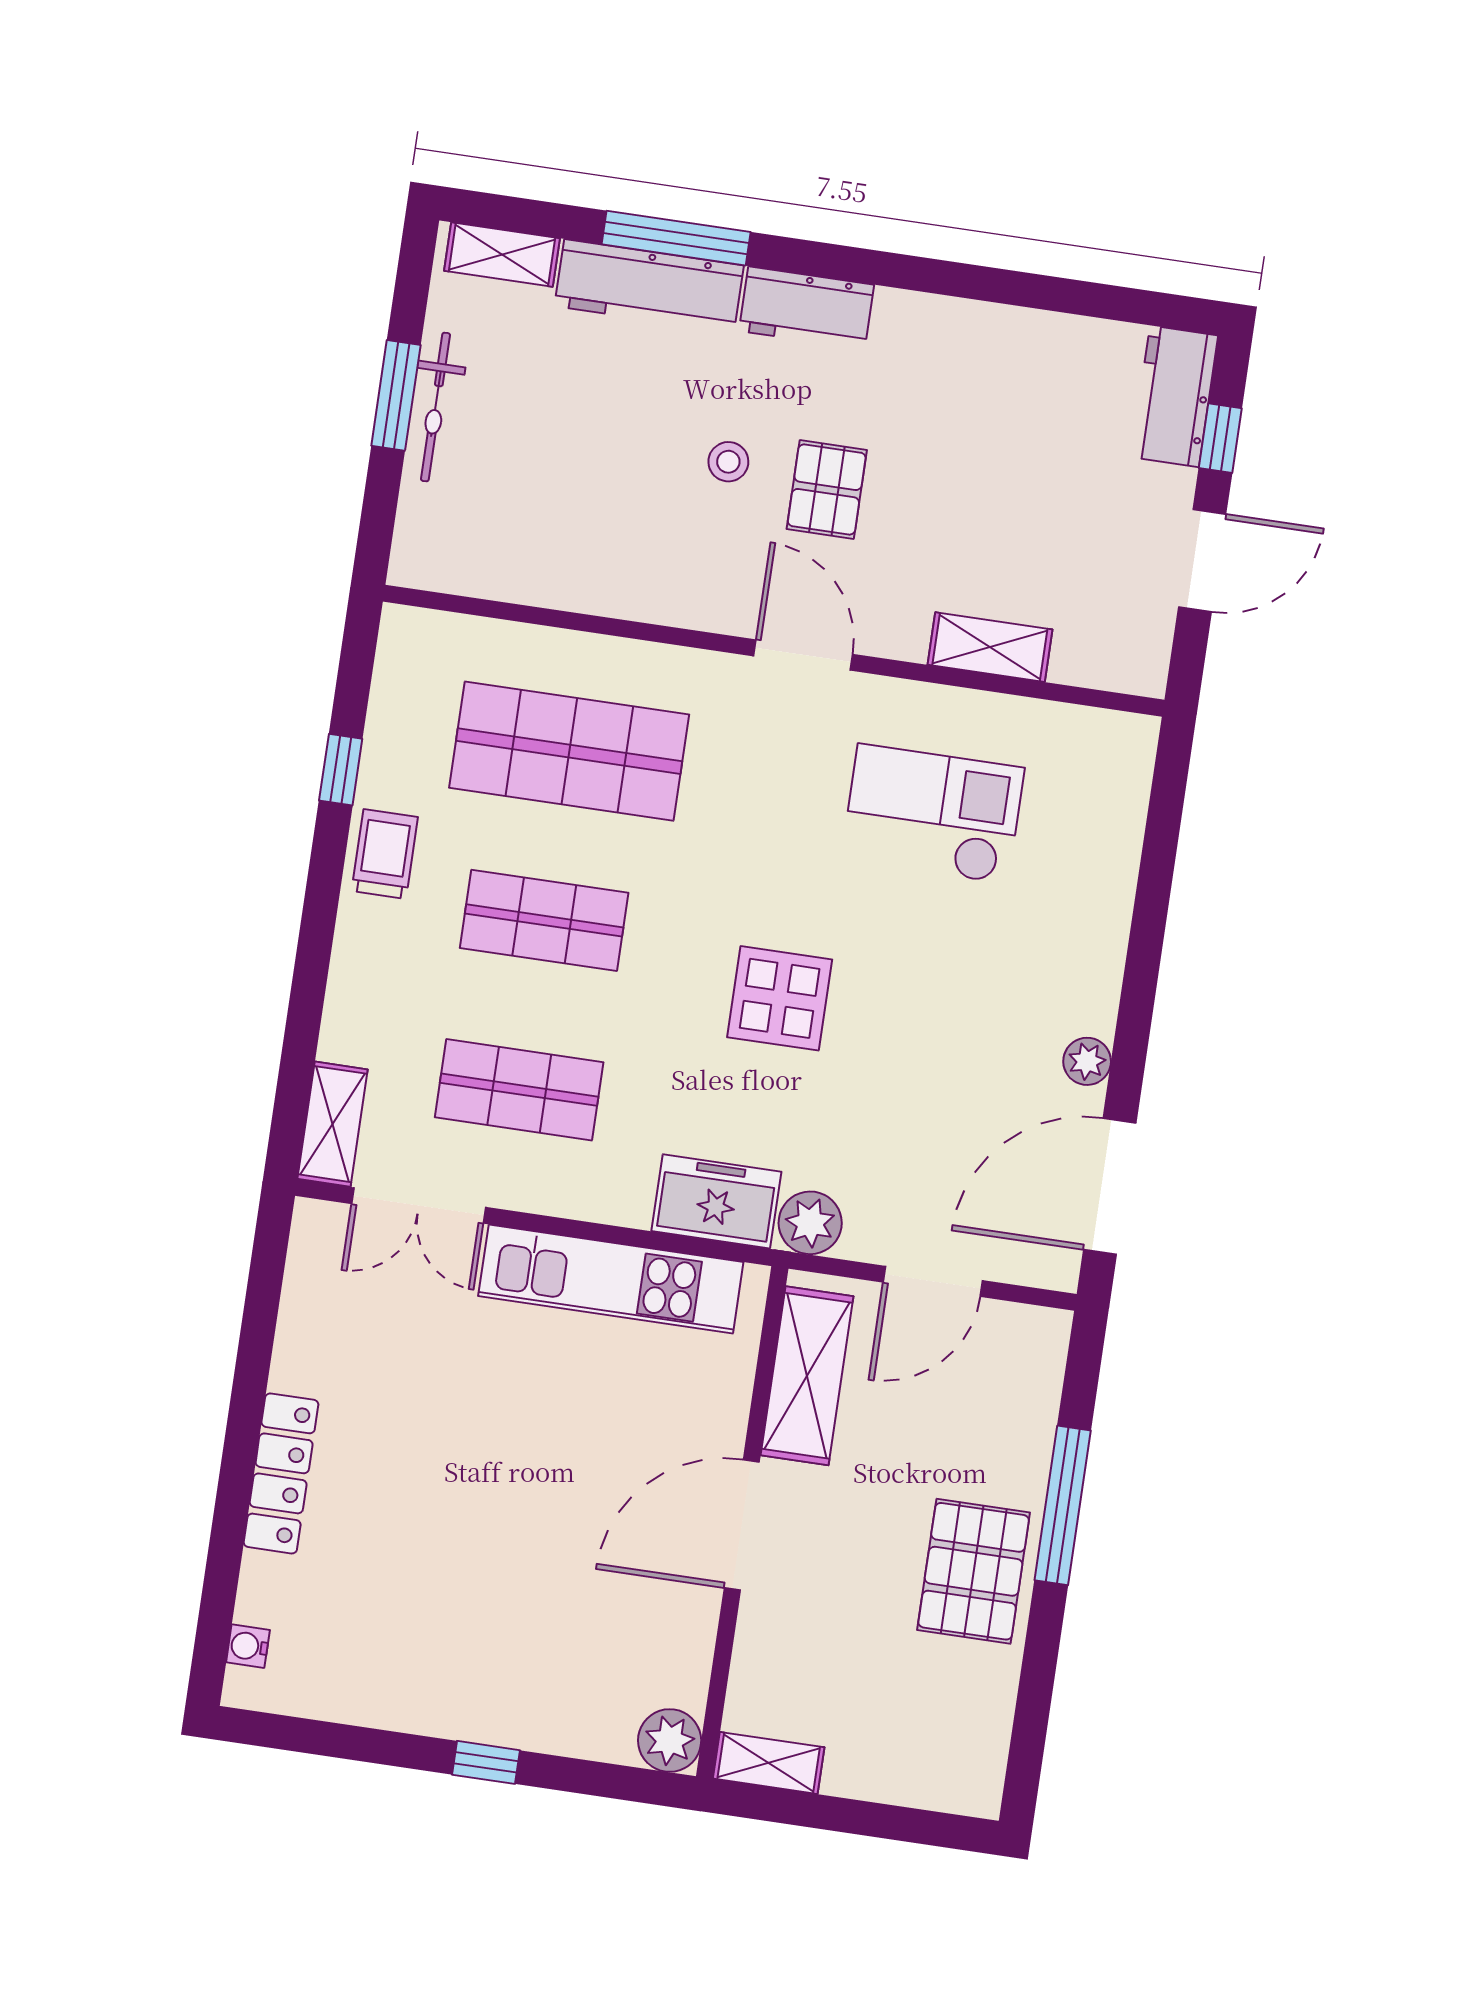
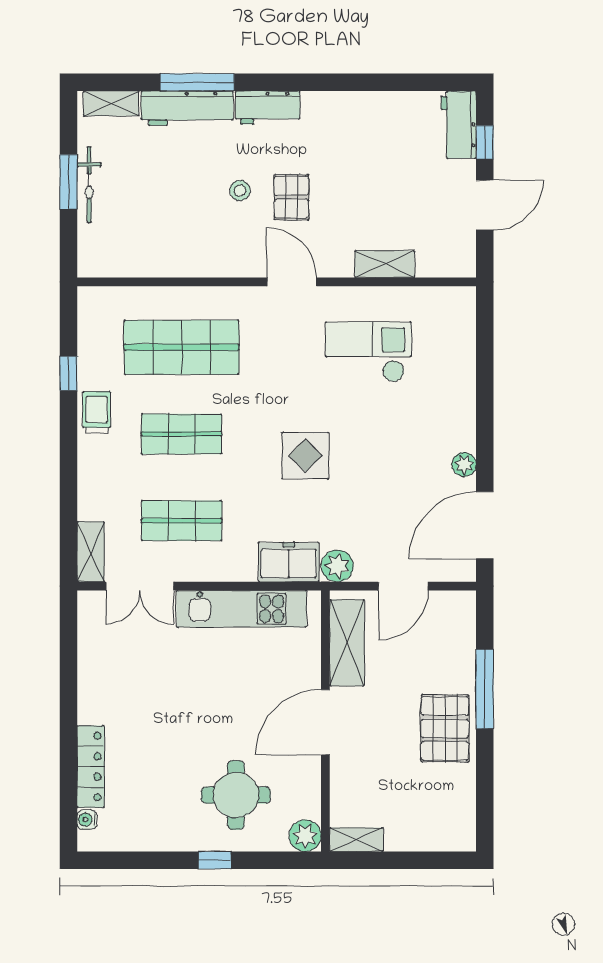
locker: (281, 1473) -> (91, 767), moved
round table: (546, 1641) -> (236, 795), added

